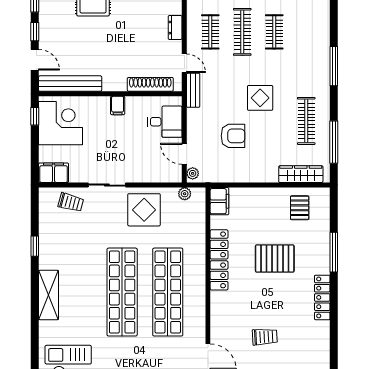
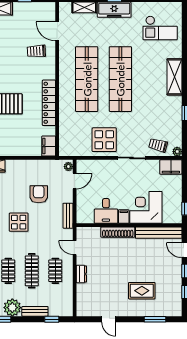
shoe rack: (150, 84) -> (118, 232), moved
bench: (193, 90) -> (68, 216), moved
desk: (165, 122) -> (106, 211), moved, turned -90
corner desk: (60, 123) -> (146, 207), moved, turned 90
armchair: (233, 136) -> (39, 194), turned 90
door: (184, 154) -> (75, 181), hinge flipped
plant: (185, 194) -> (177, 152), moved
trolley: (265, 337) -> (36, 51), moved

